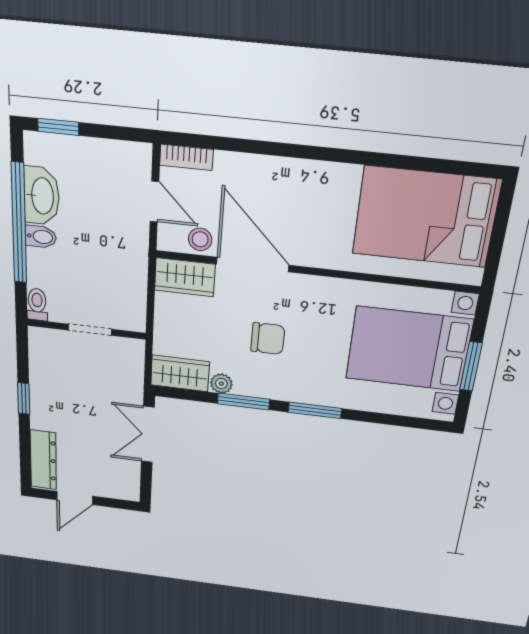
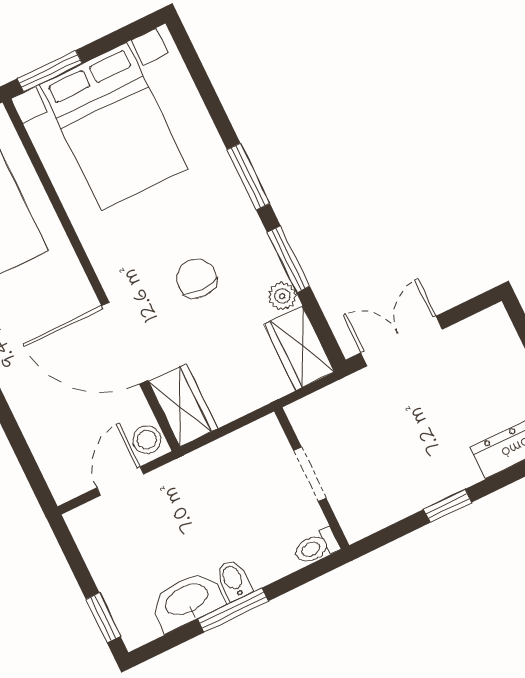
bookcase: (186, 157) -> (55, 474), removed
window: (19, 224) -> (233, 610), width x0.47
stool: (200, 239) -> (147, 440), moved
door: (253, 265) -> (124, 343), hinge flipped
window: (471, 366) -> (50, 71), moved
double door: (148, 434) -> (402, 341), swing flipped

